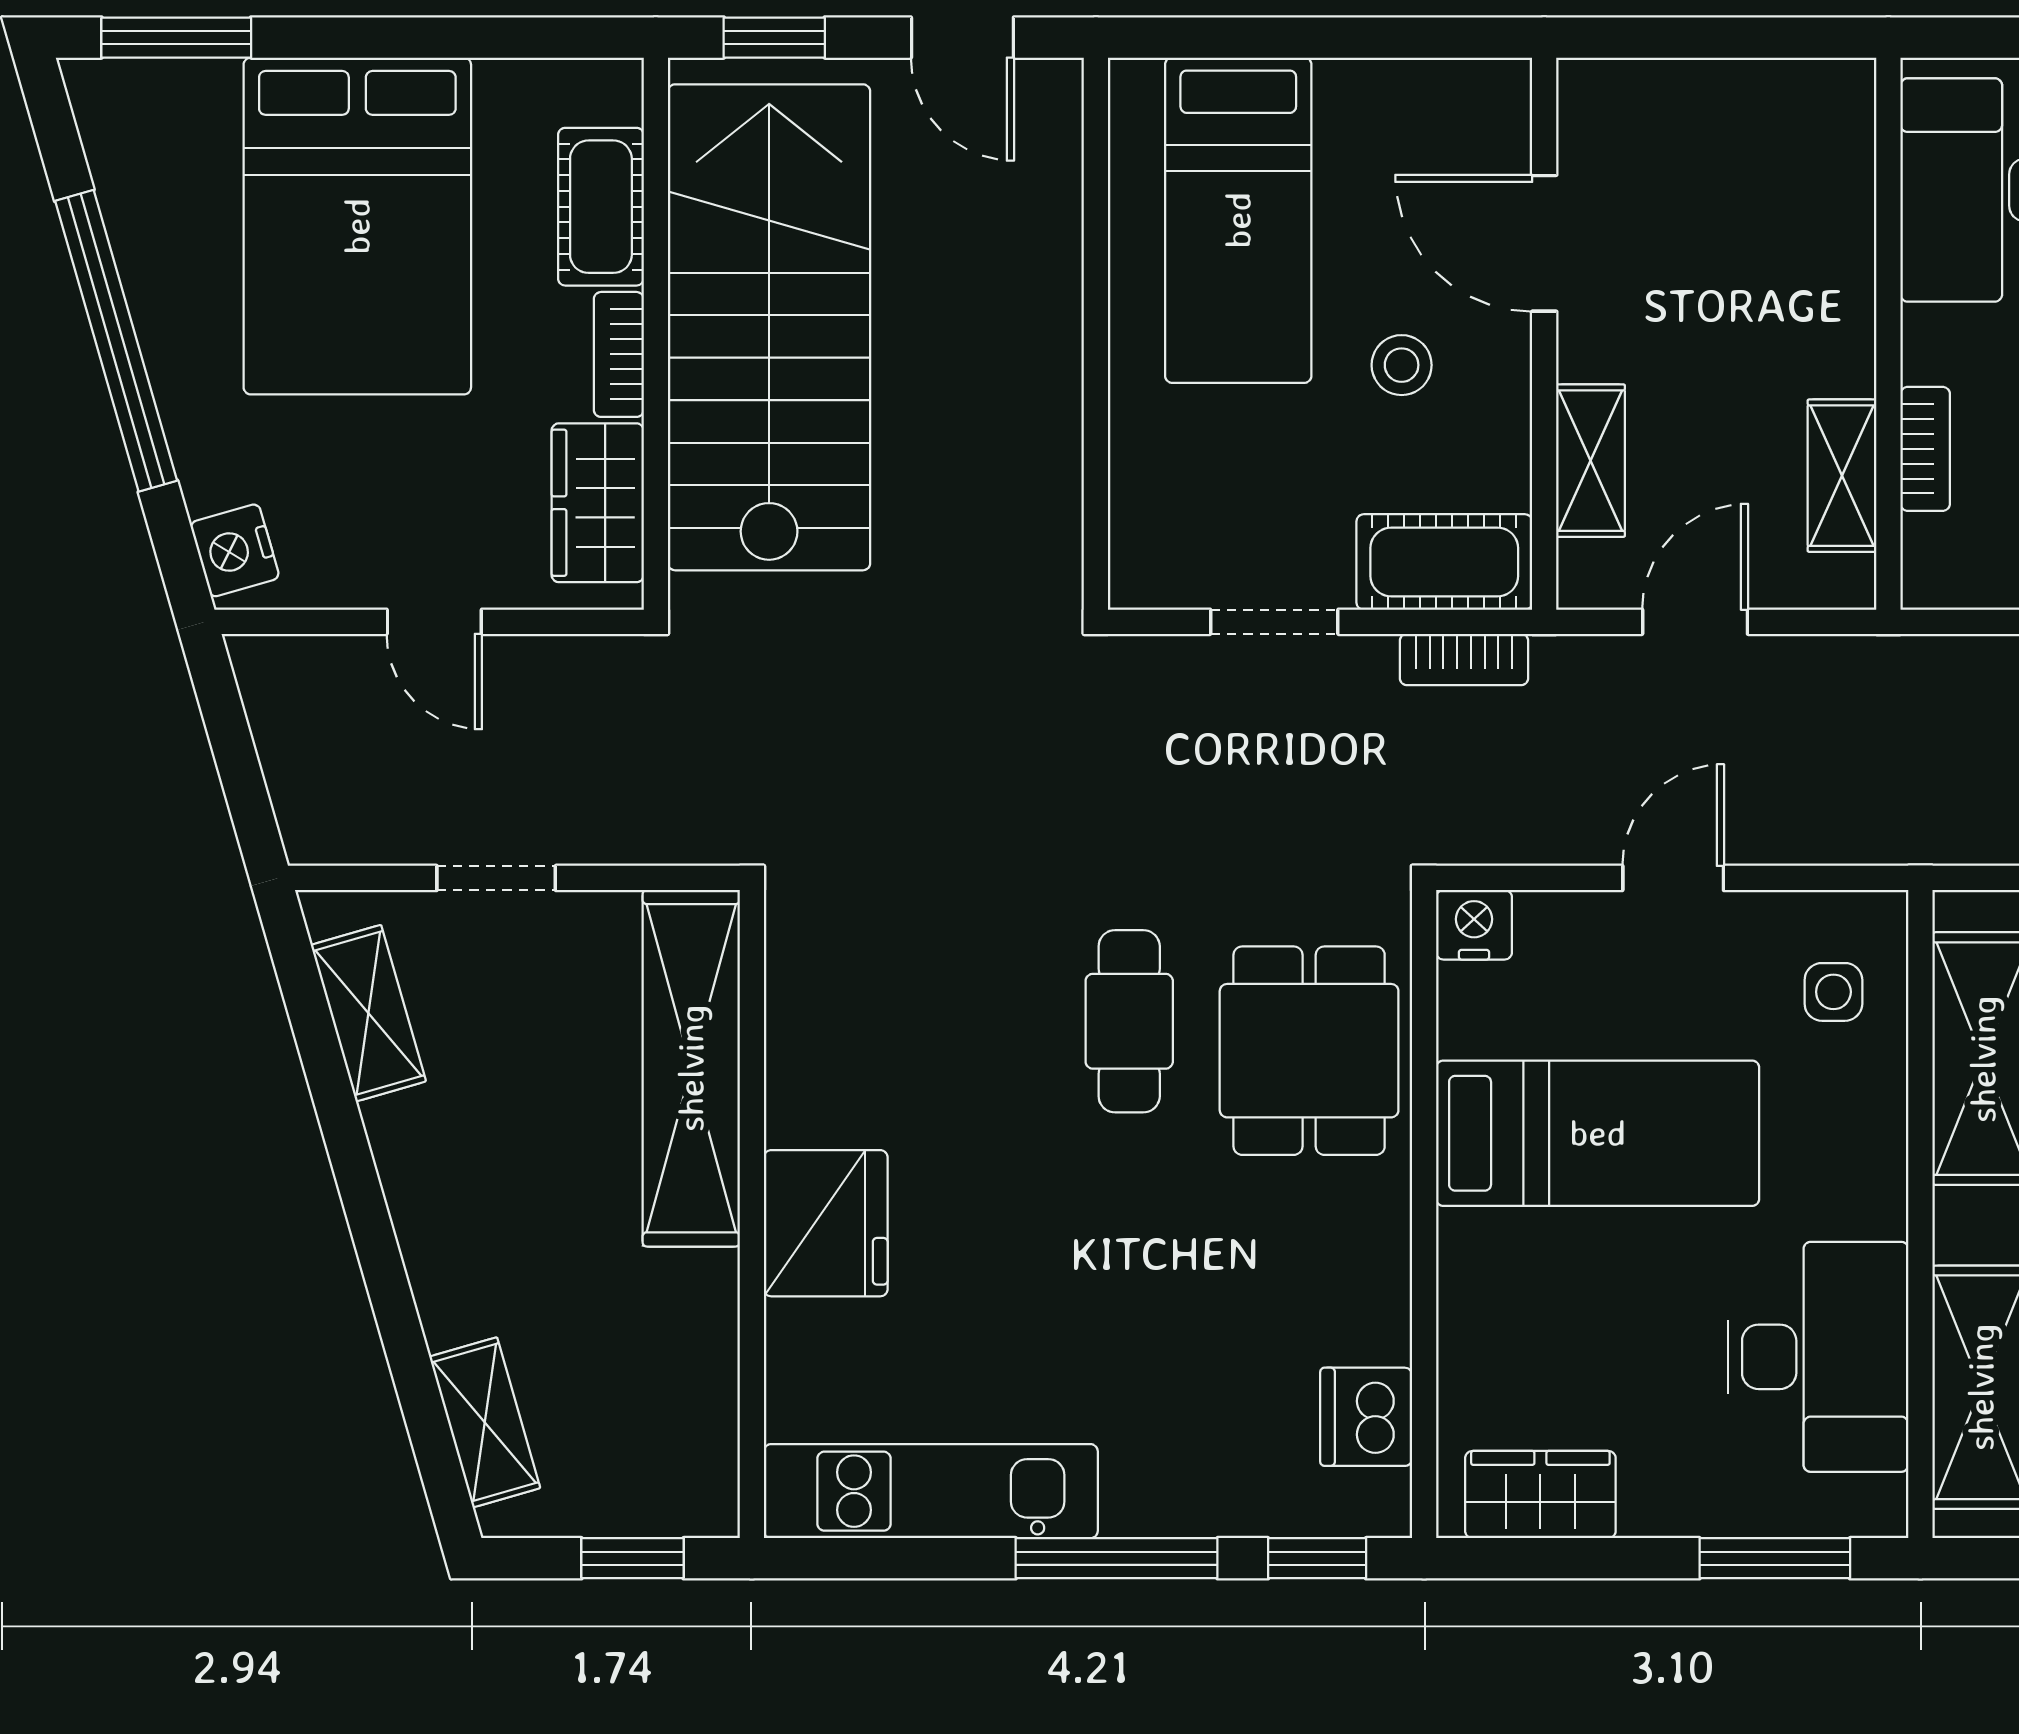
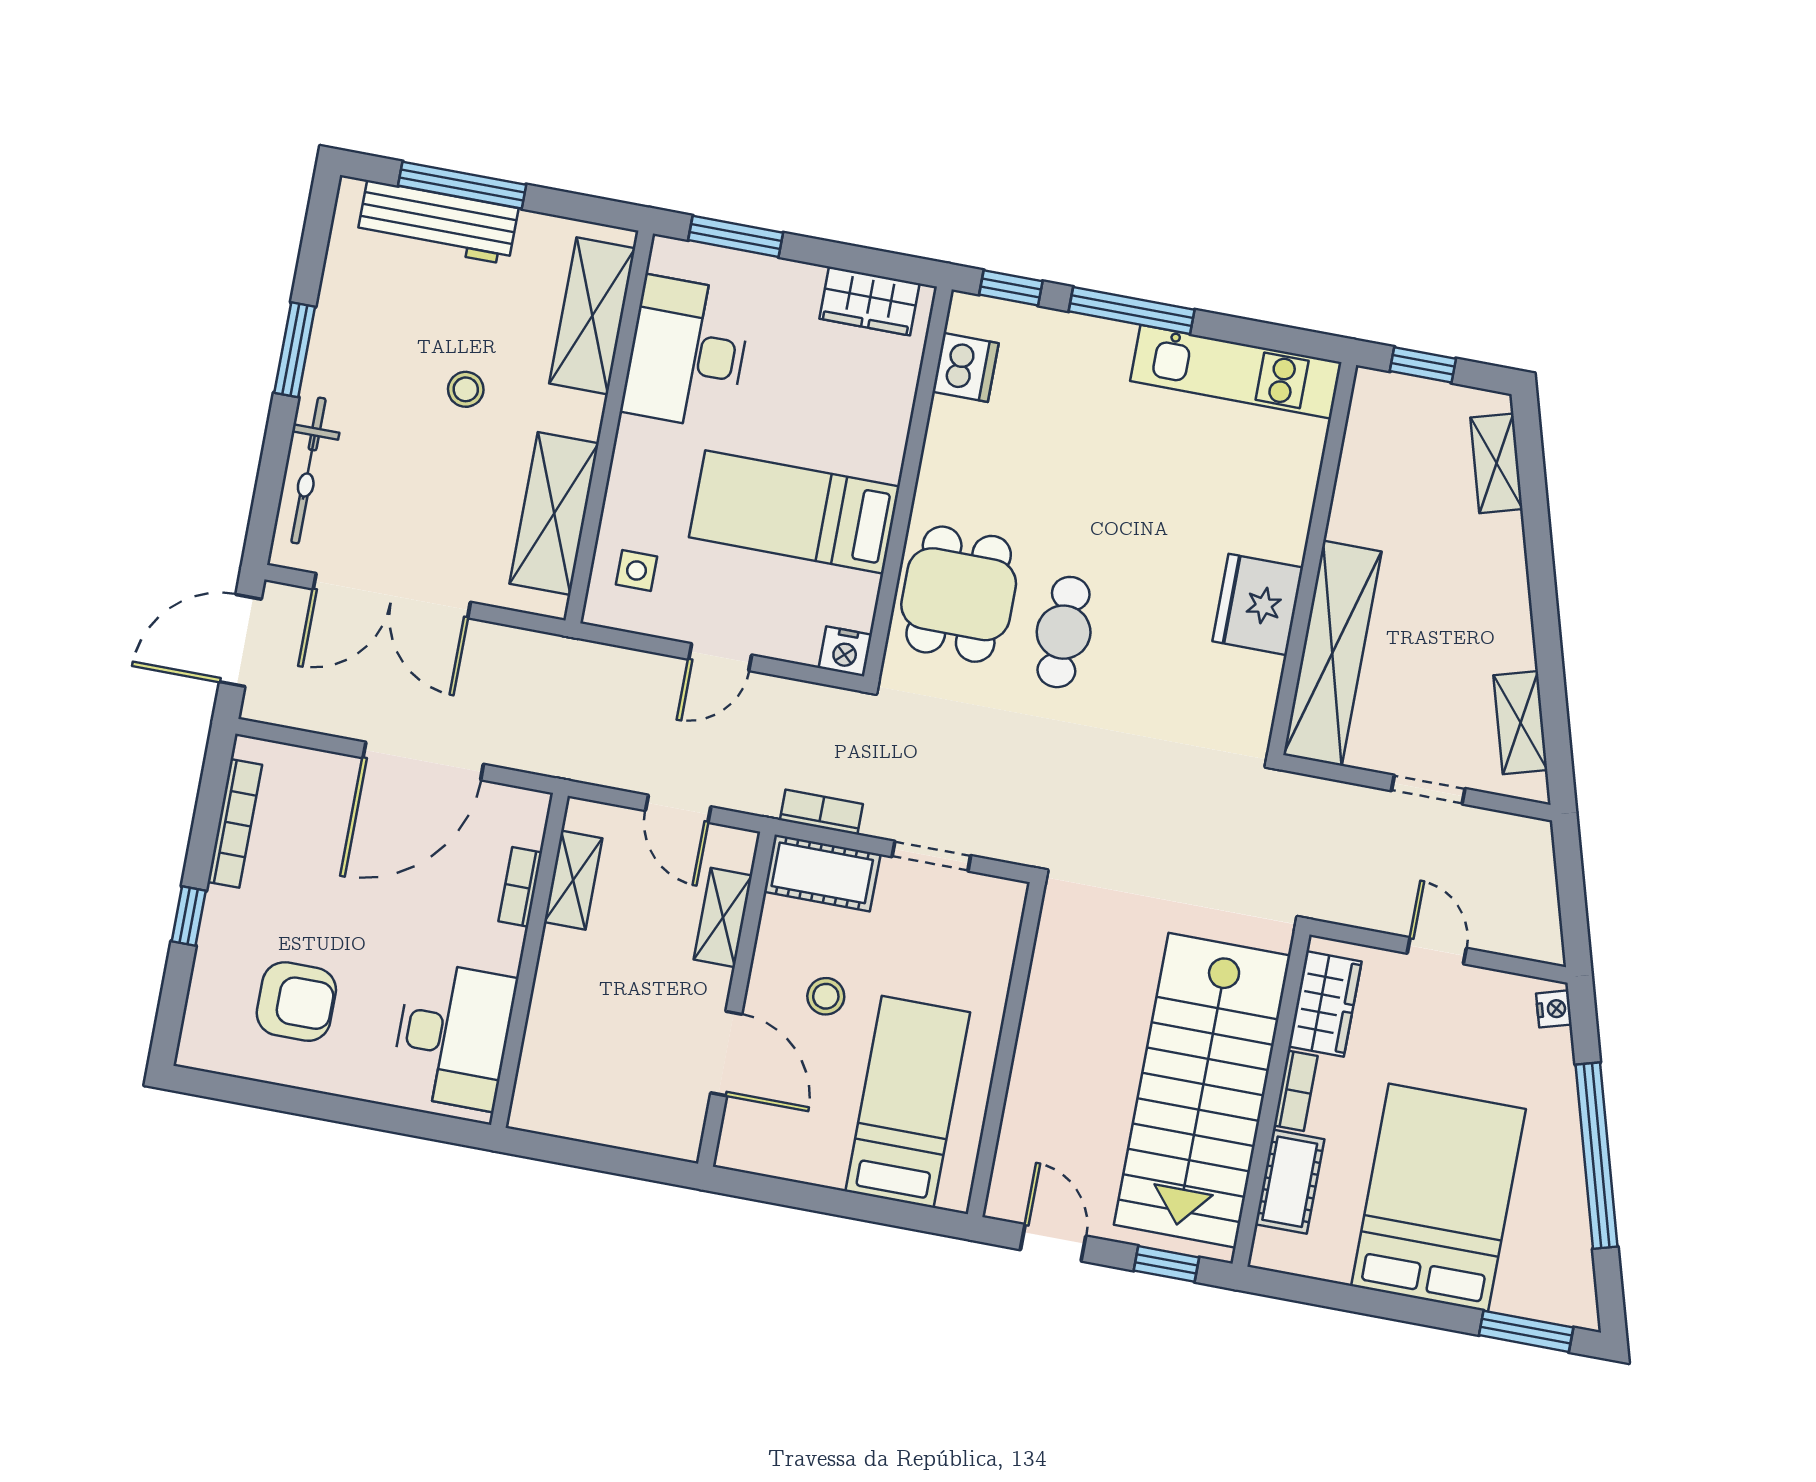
nightstand: (235, 550) -> (1554, 1009), width x0.72, depth x0.74
door: (1695, 622) -> (678, 809), hinge flipped
fridge: (826, 1223) -> (1258, 604), moved

